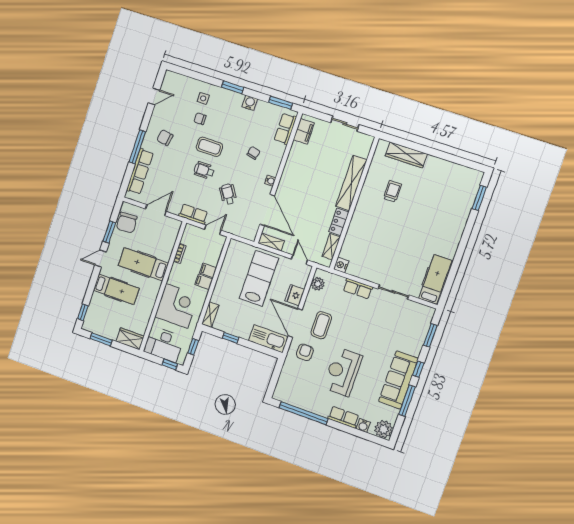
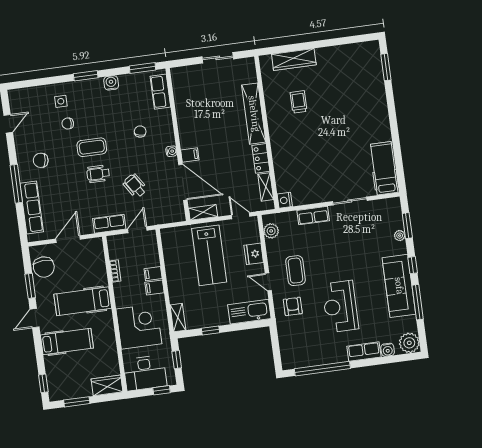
filing cabinet: (304, 131) -> (190, 155), moved, width x0.50
lab bench: (259, 278) -> (209, 255), turned 180
door: (295, 323) -> (268, 282), width x0.53
plant: (420, 340) -> (400, 236), added

